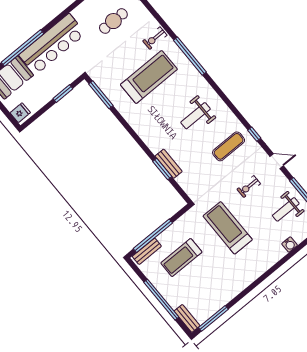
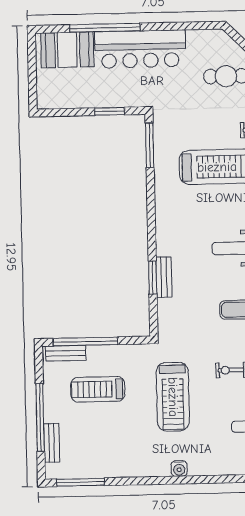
fridge: (20, 113) -> (47, 96), removed
treadmill: (228, 228) -> (173, 397), turned 180
water cooler: (290, 244) -> (179, 468), moved
bench: (187, 318) -> (52, 443), moved

